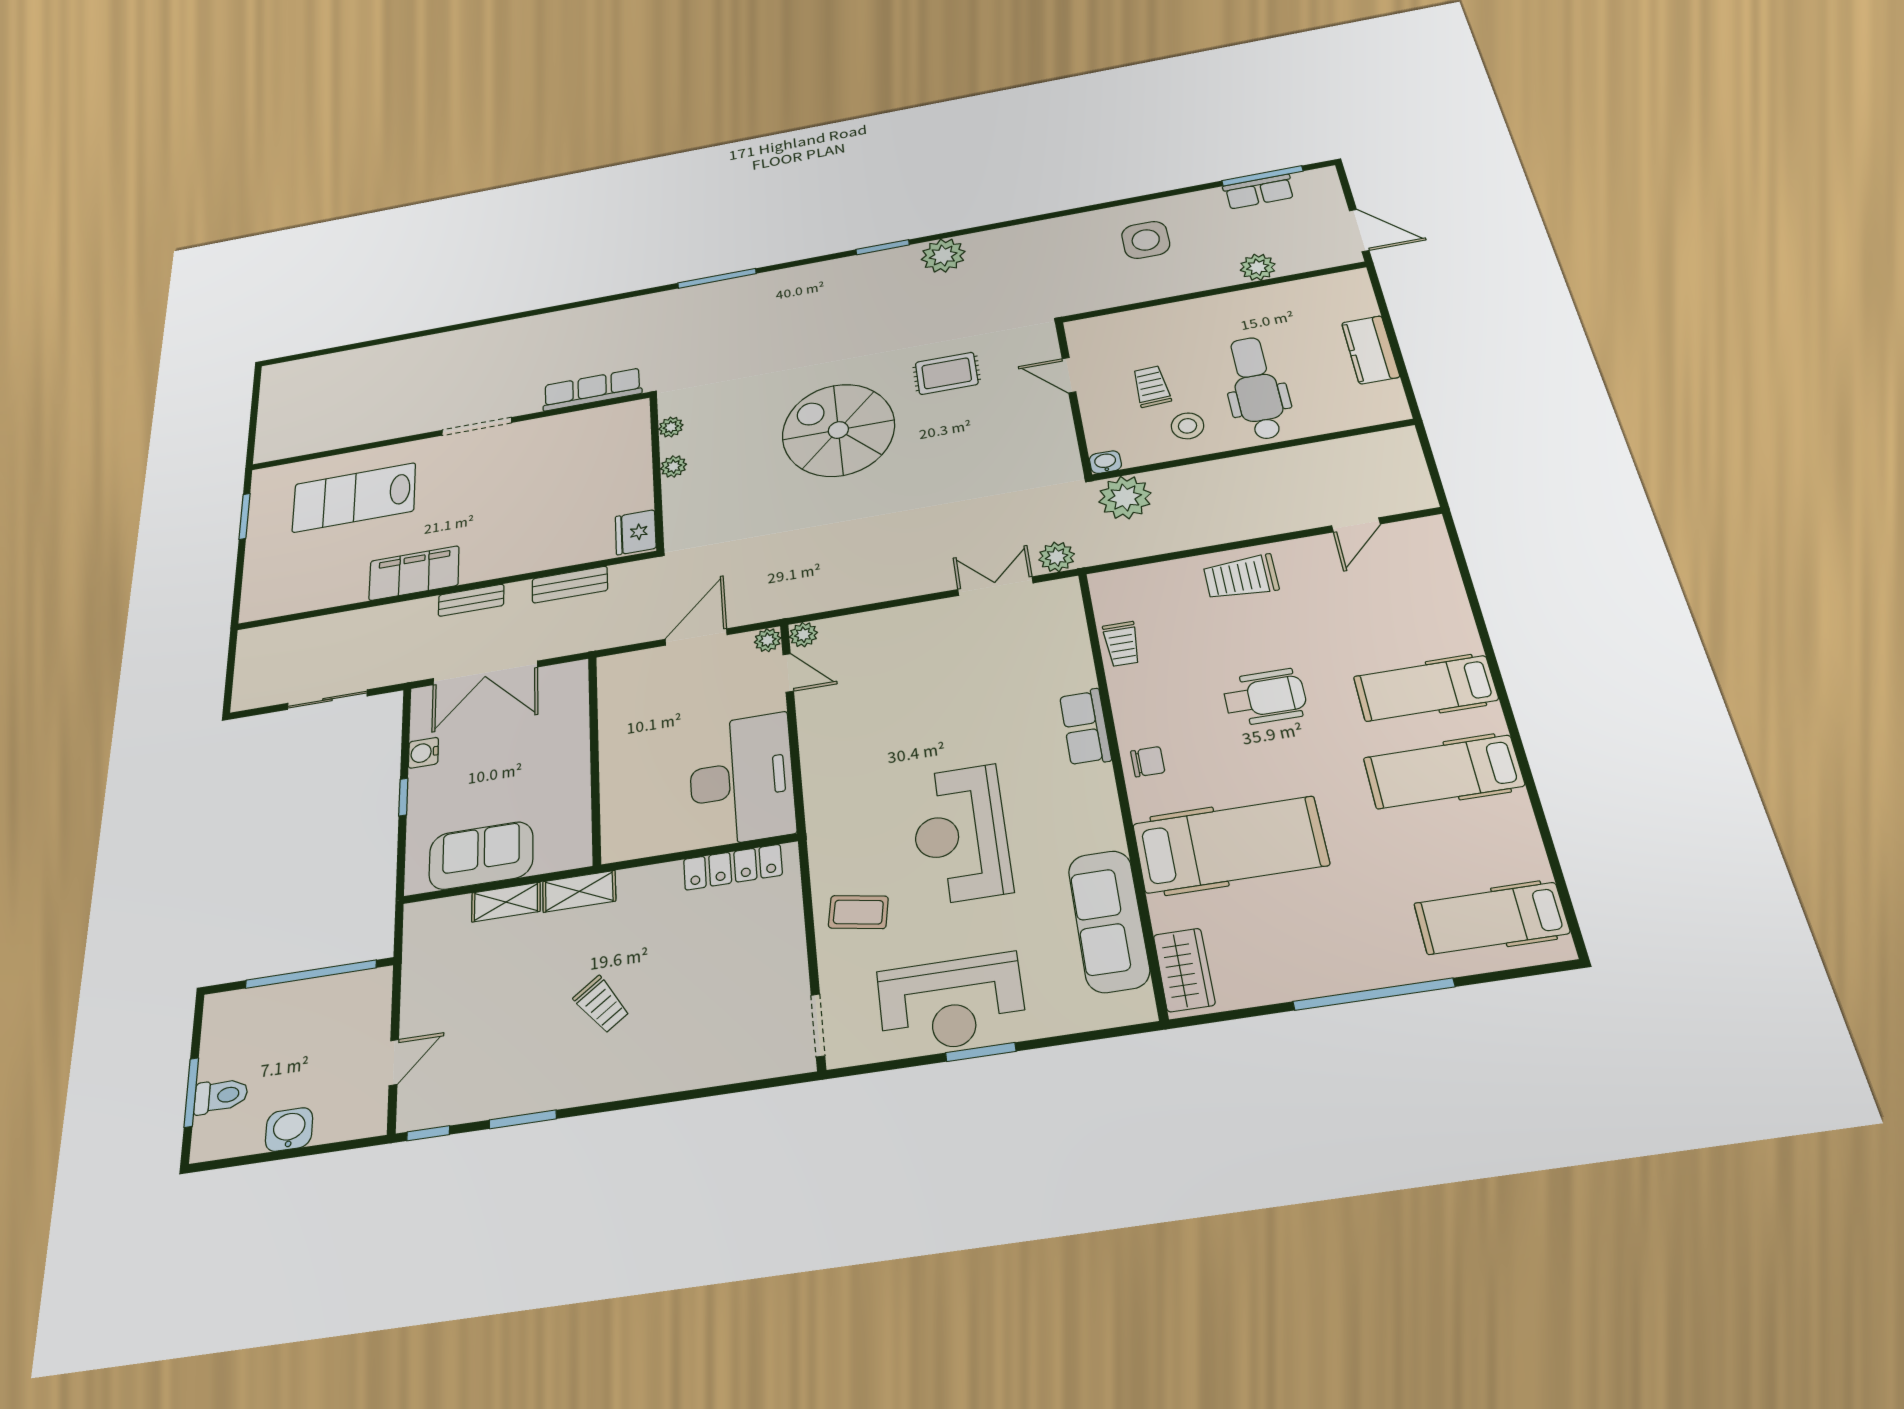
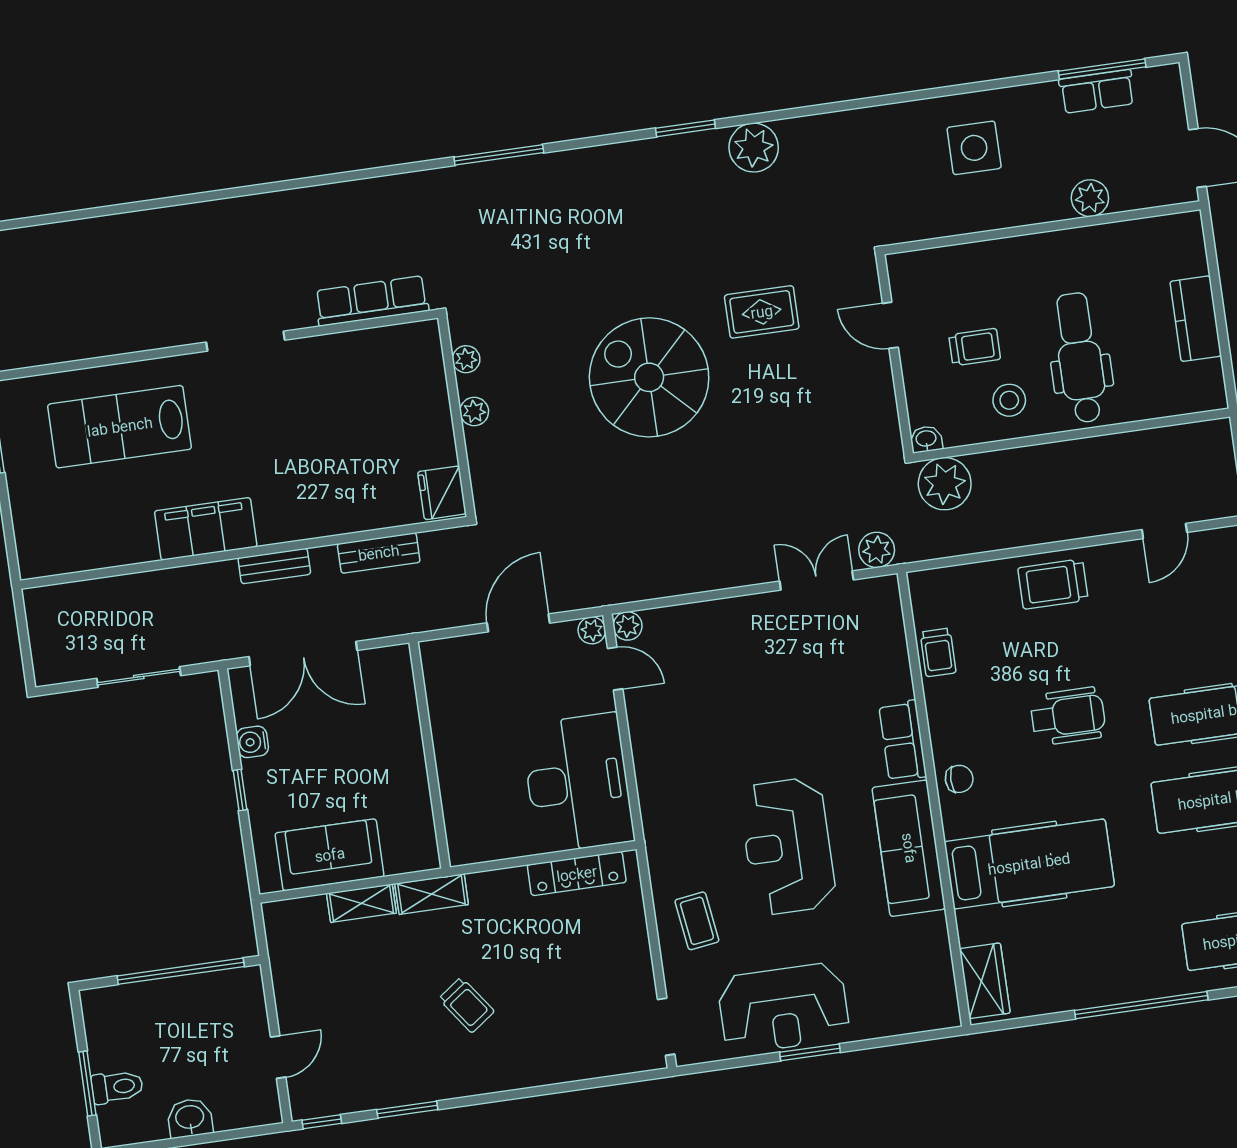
trolley: (1151, 386) -> (975, 347), turned 93
coffee table: (858, 912) -> (697, 921), turned 72
sofa: (1109, 921) -> (909, 848), moved

